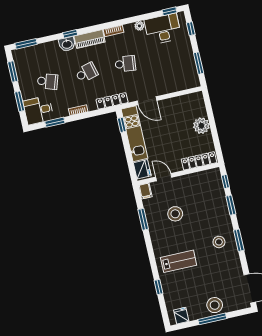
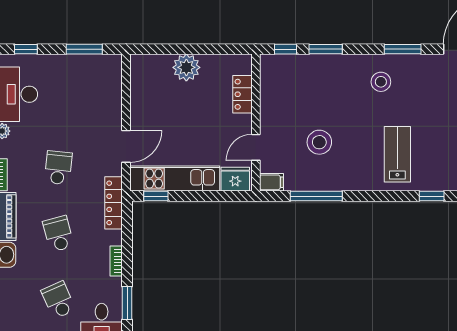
school desk: (47, 81) -> (58, 300), turned -42
locker: (199, 161) -> (242, 94), width x0.66
window: (143, 219) -> (316, 196), width x1.44
window: (239, 240) -> (403, 49), moved

